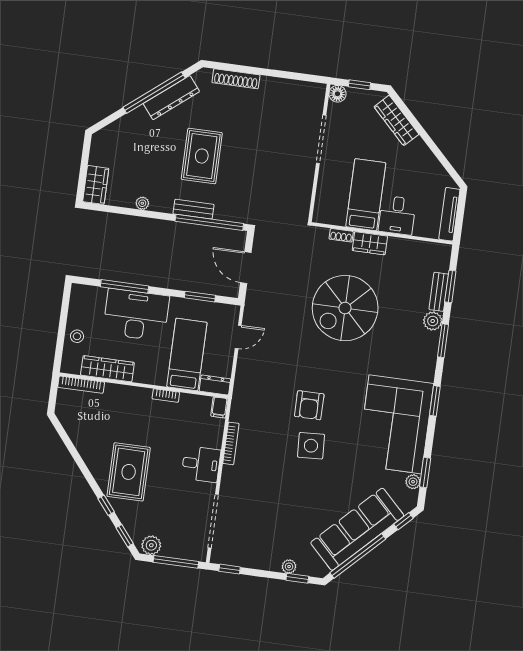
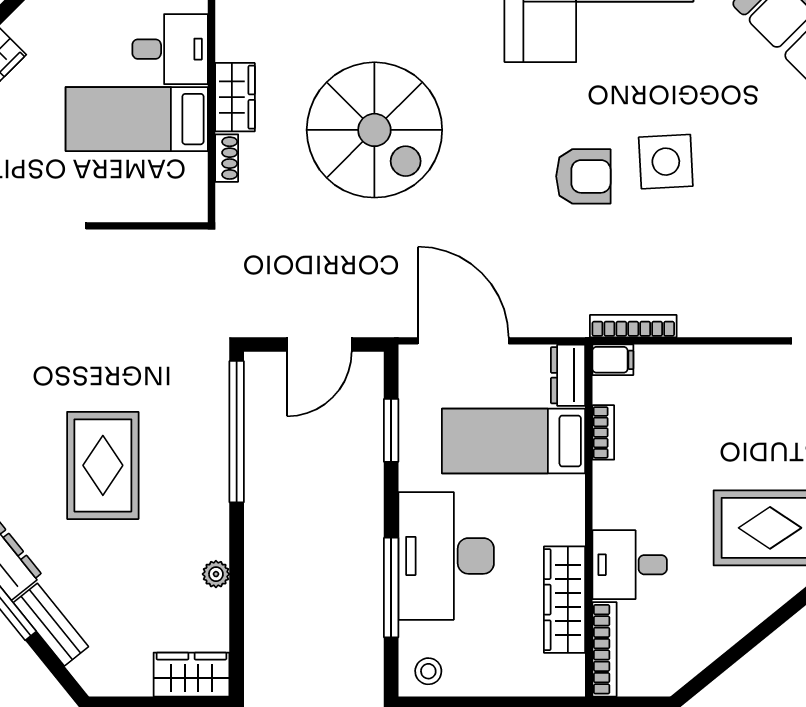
rug: (202, 156) -> (103, 465), turned 90
bench: (194, 209) -> (51, 625), moved, turned -39
stool: (77, 336) -> (428, 671), moved
door: (238, 337) -> (463, 341), width x1.88
bookcase: (166, 396) -> (603, 432), moved
bookcase: (231, 443) -> (633, 326), moved
desk: (201, 464) -> (630, 565), moved, turned -90

